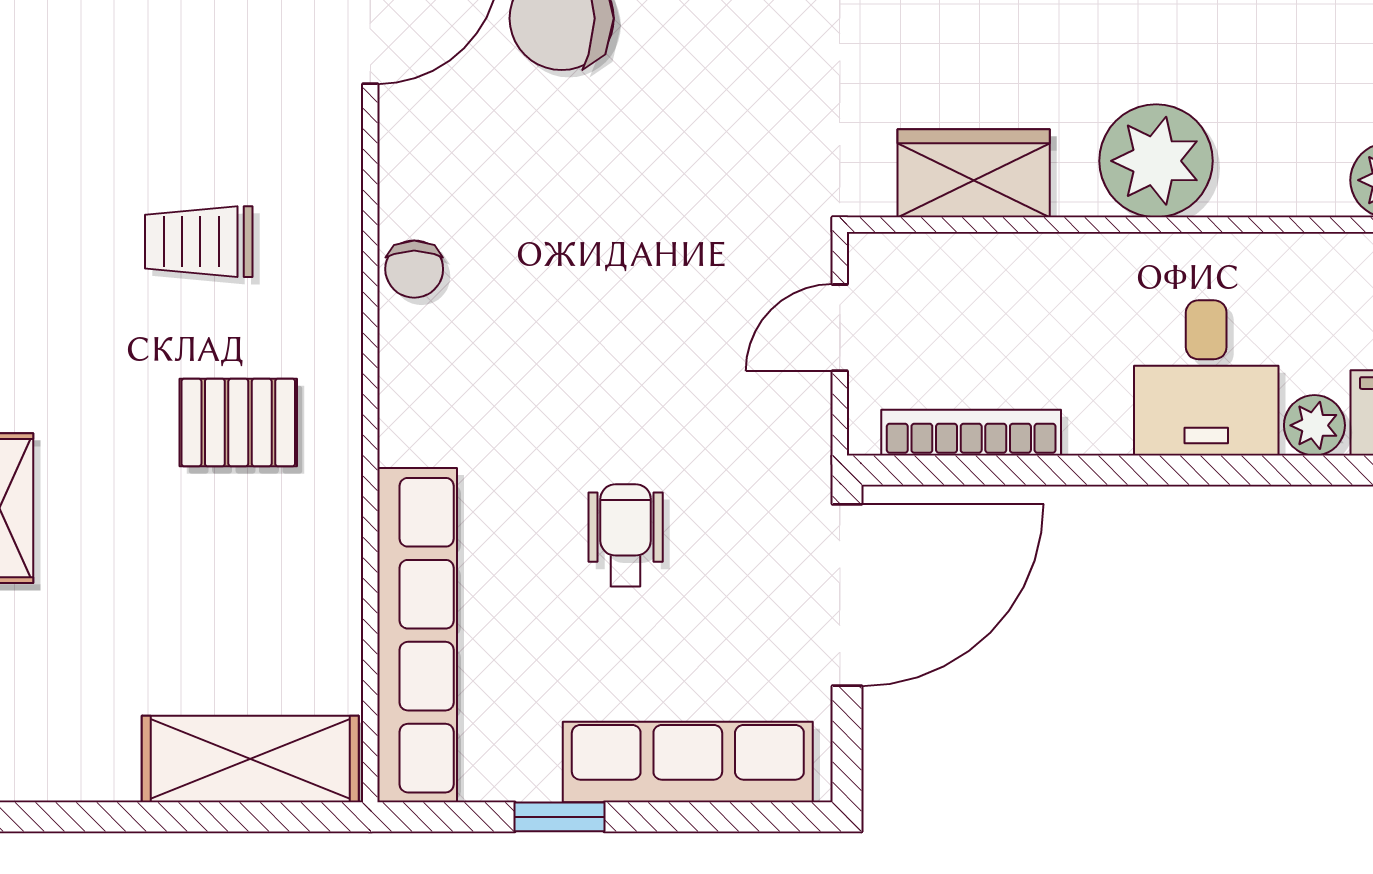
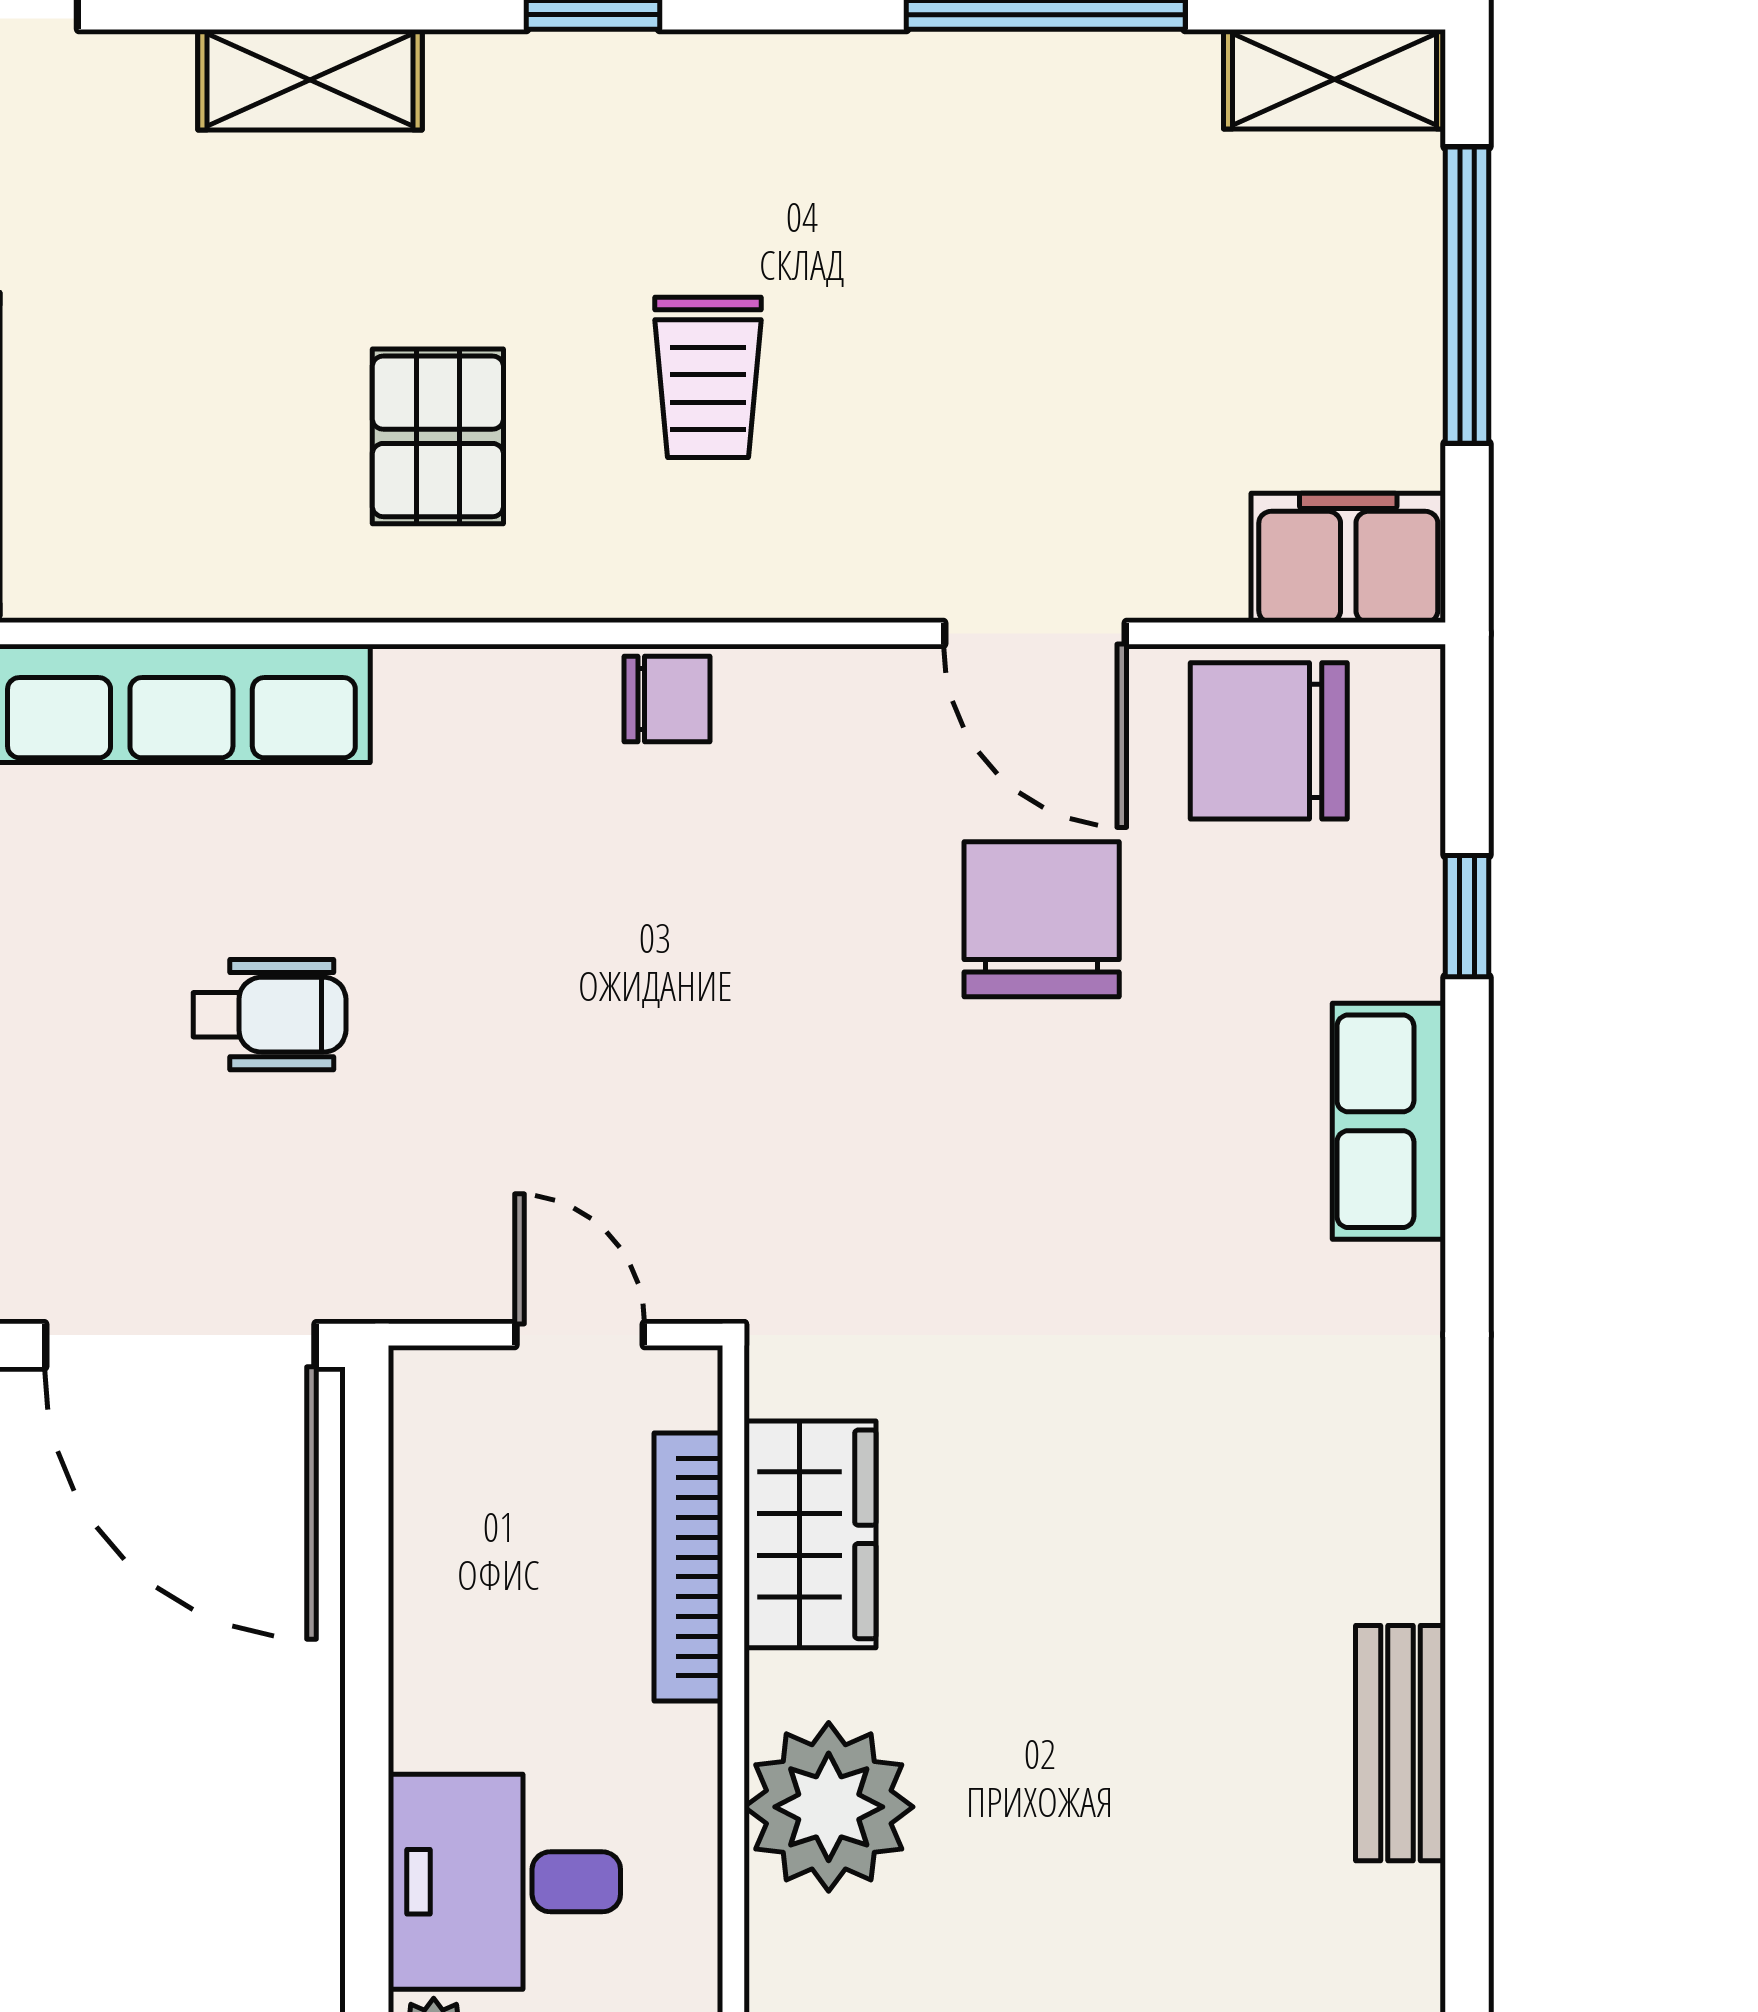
trolley: (199, 242) -> (708, 377), turned 180
chair: (414, 269) -> (667, 699), turned 180
bookcase: (971, 433) -> (688, 1567), moved, turned 180

